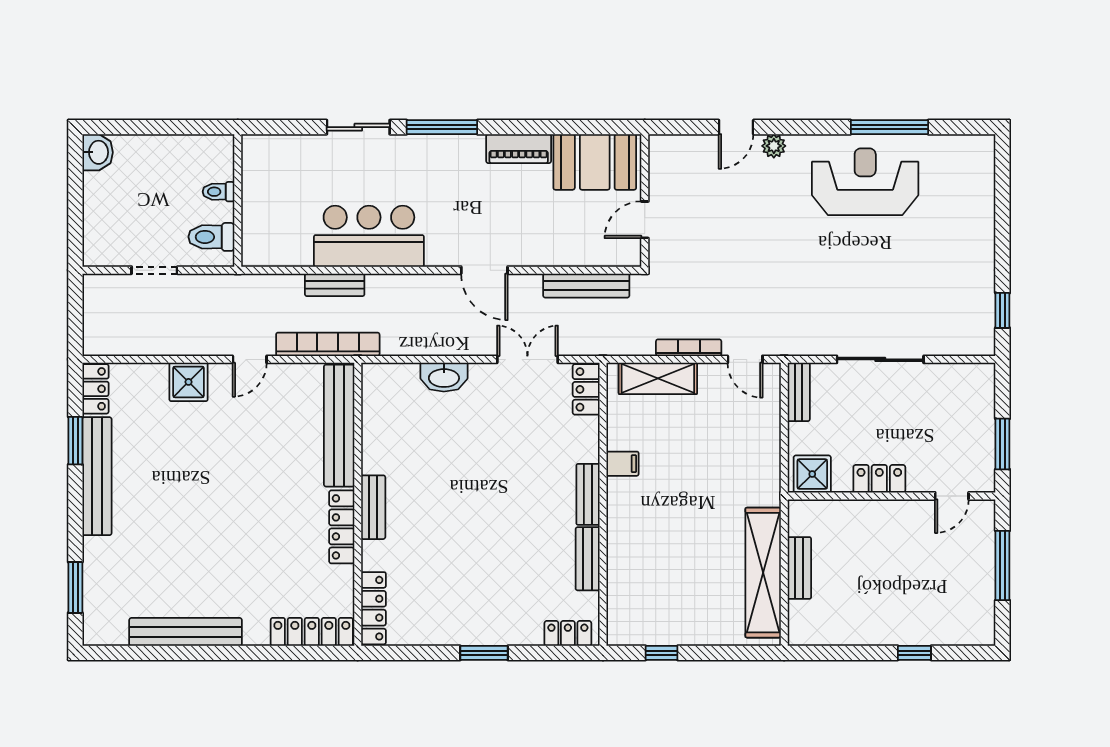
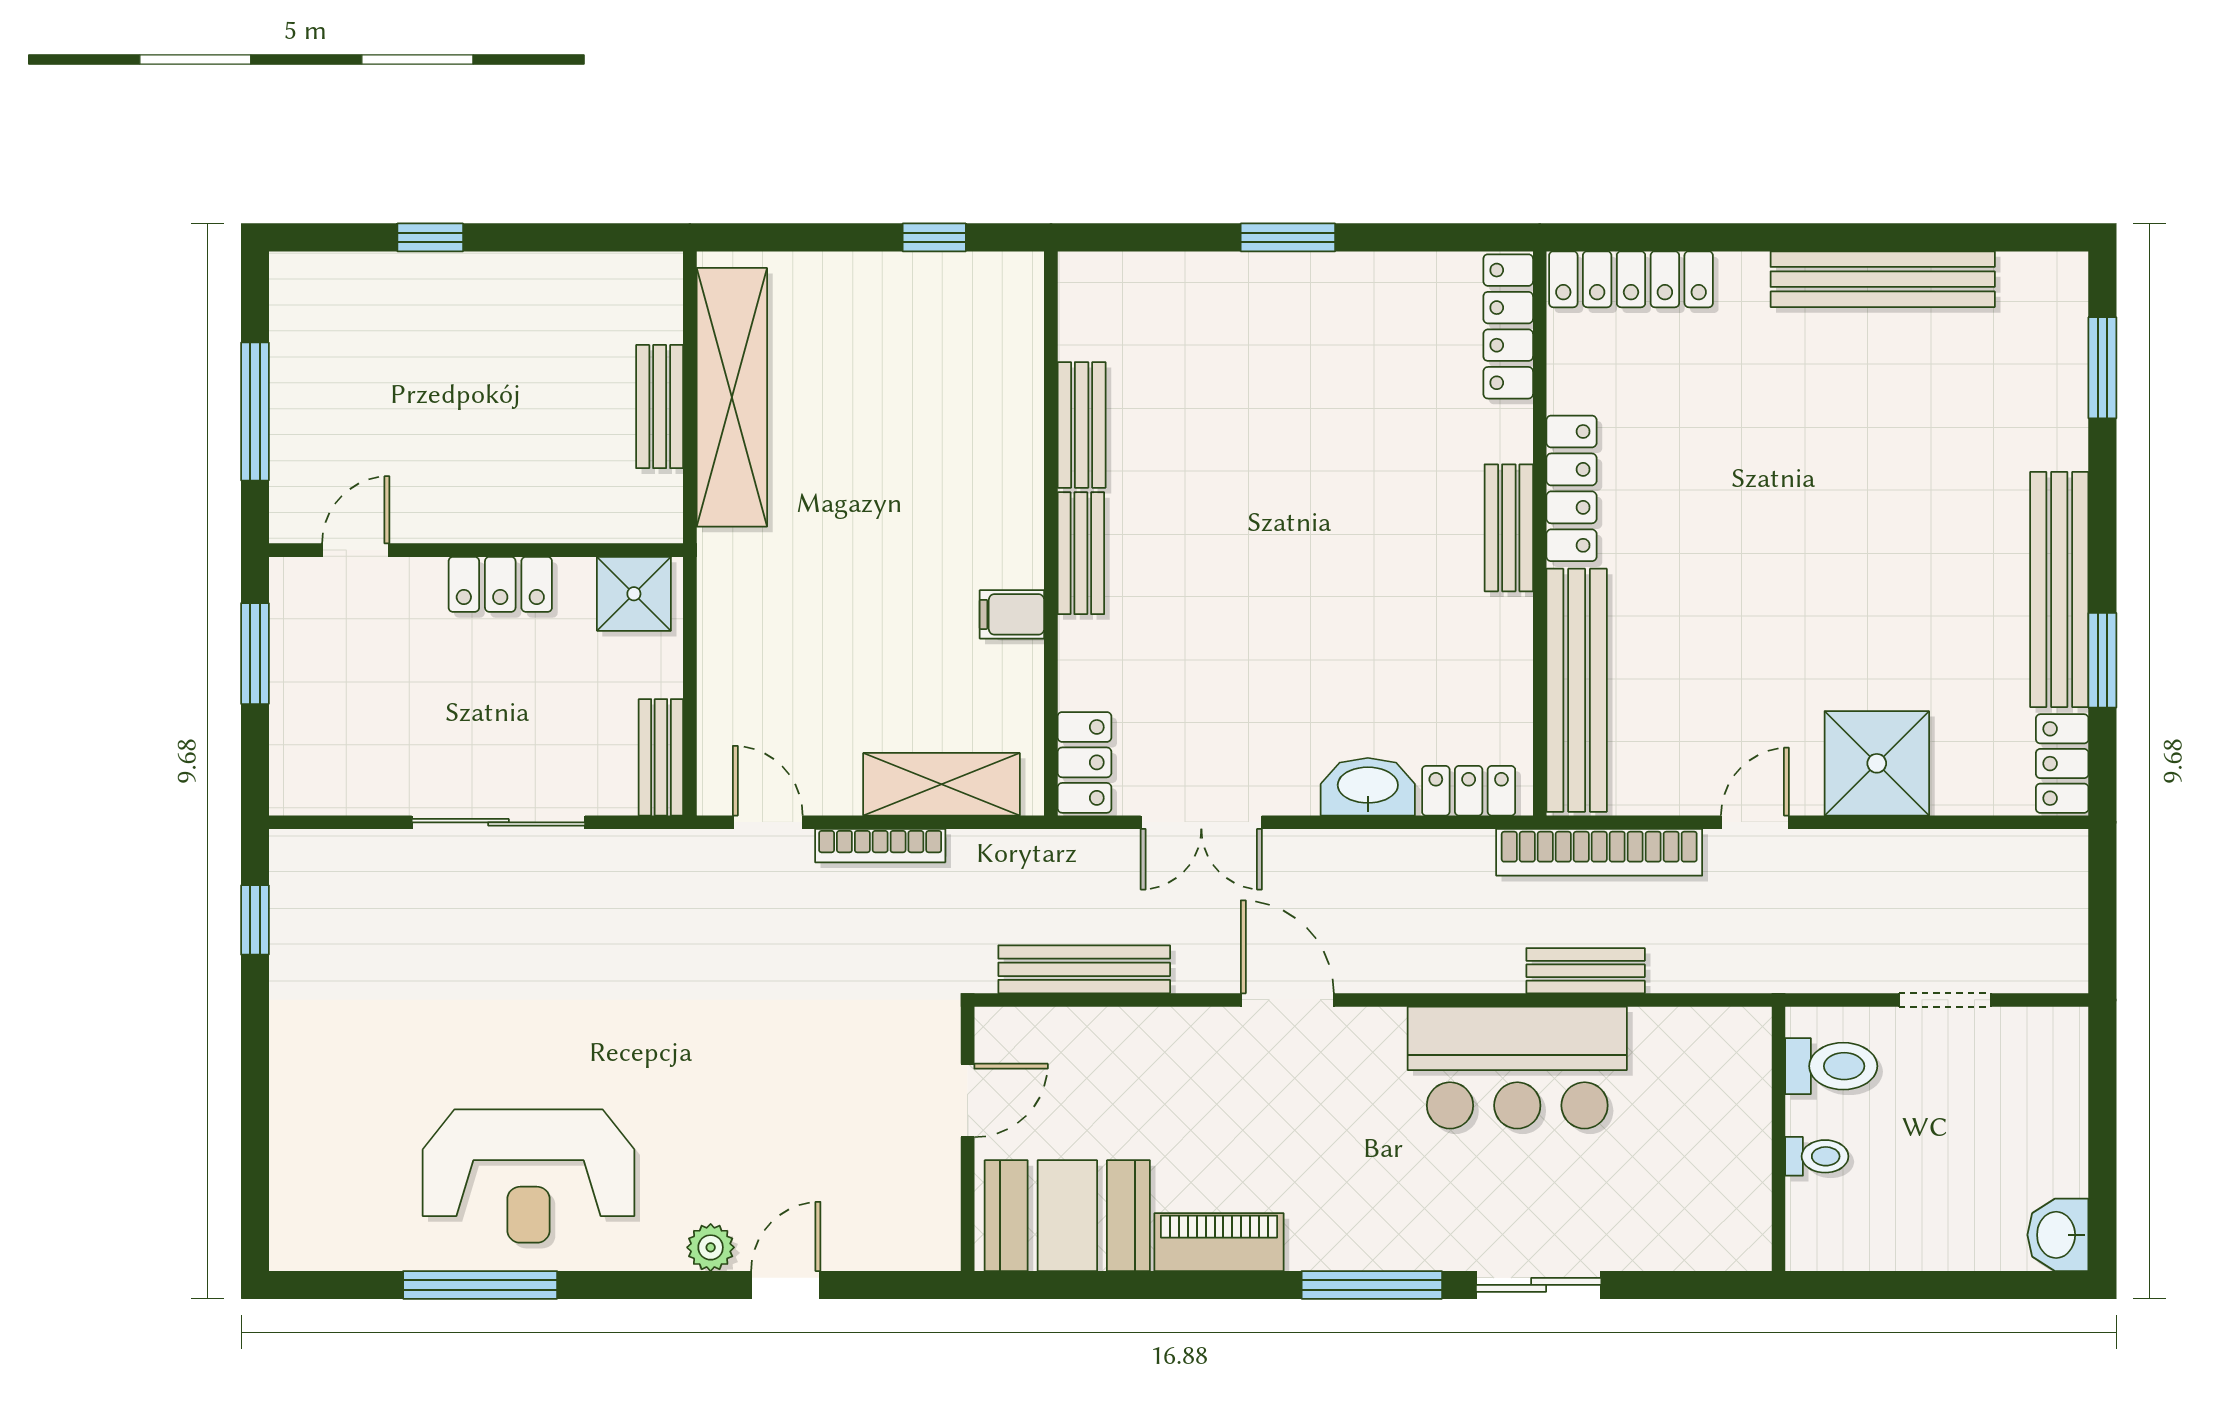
shower: (189, 382) -> (1877, 763), width x1.36, depth x1.36
locker: (568, 633) -> (1469, 791), moved, turned 180

